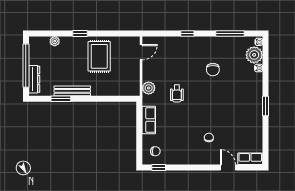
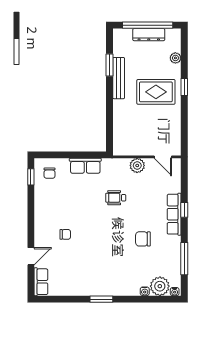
row of seats: (191, 42) -> (174, 214), added
rug: (99, 56) -> (156, 92), moved
dresser: (34, 79) -> (149, 35), moved
plant: (149, 88) -> (137, 165), moved

